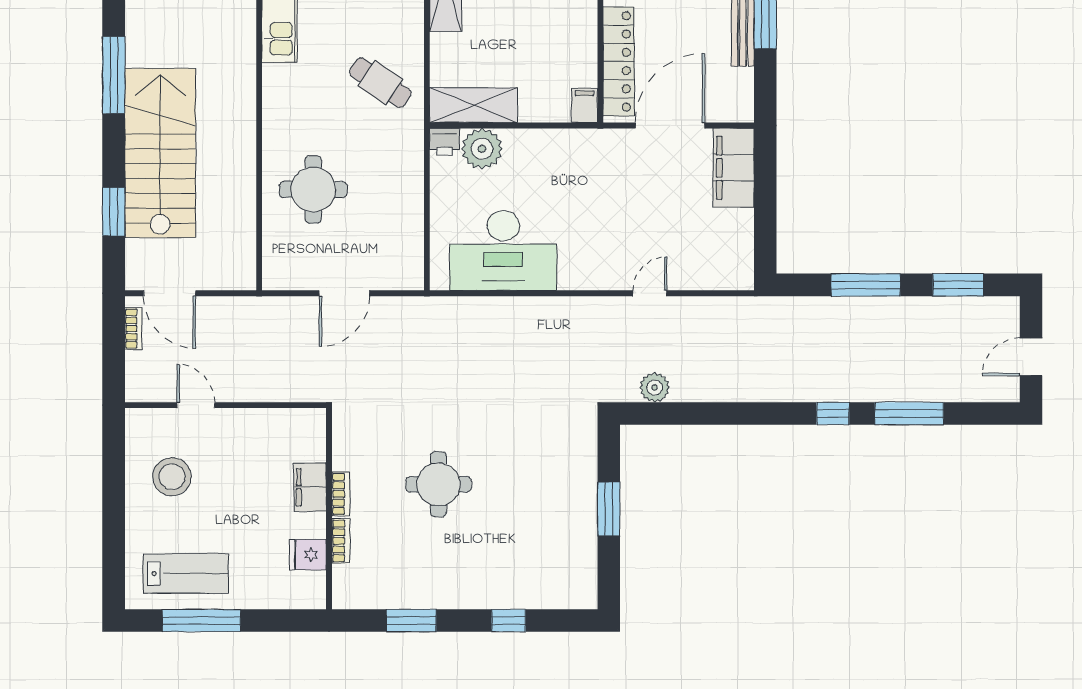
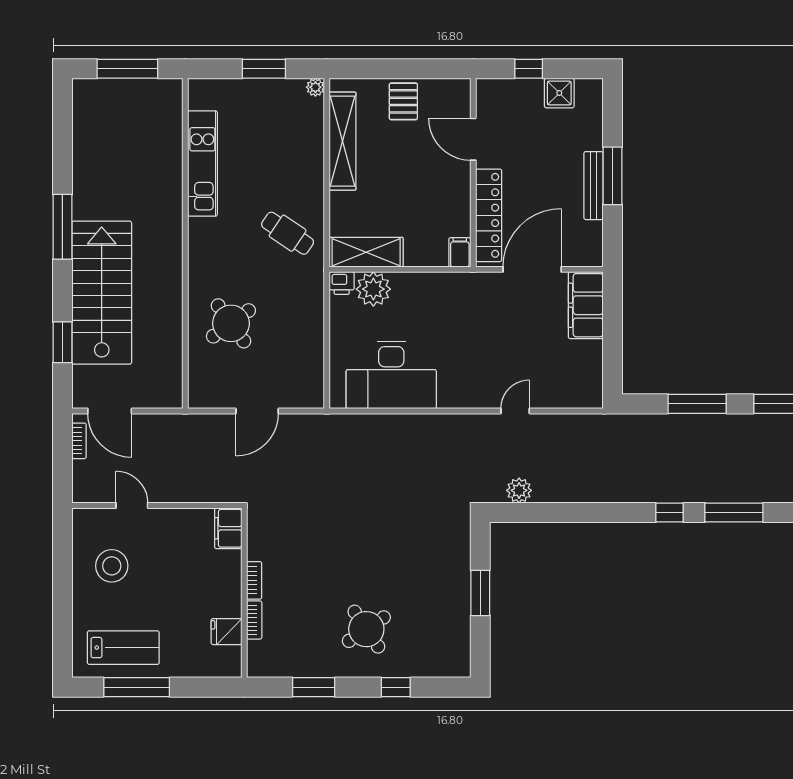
round table: (313, 189) -> (231, 323), turned -36
round table: (438, 484) -> (366, 629), moved, turned -34
filing cabinet: (310, 487) -> (228, 528), moved

